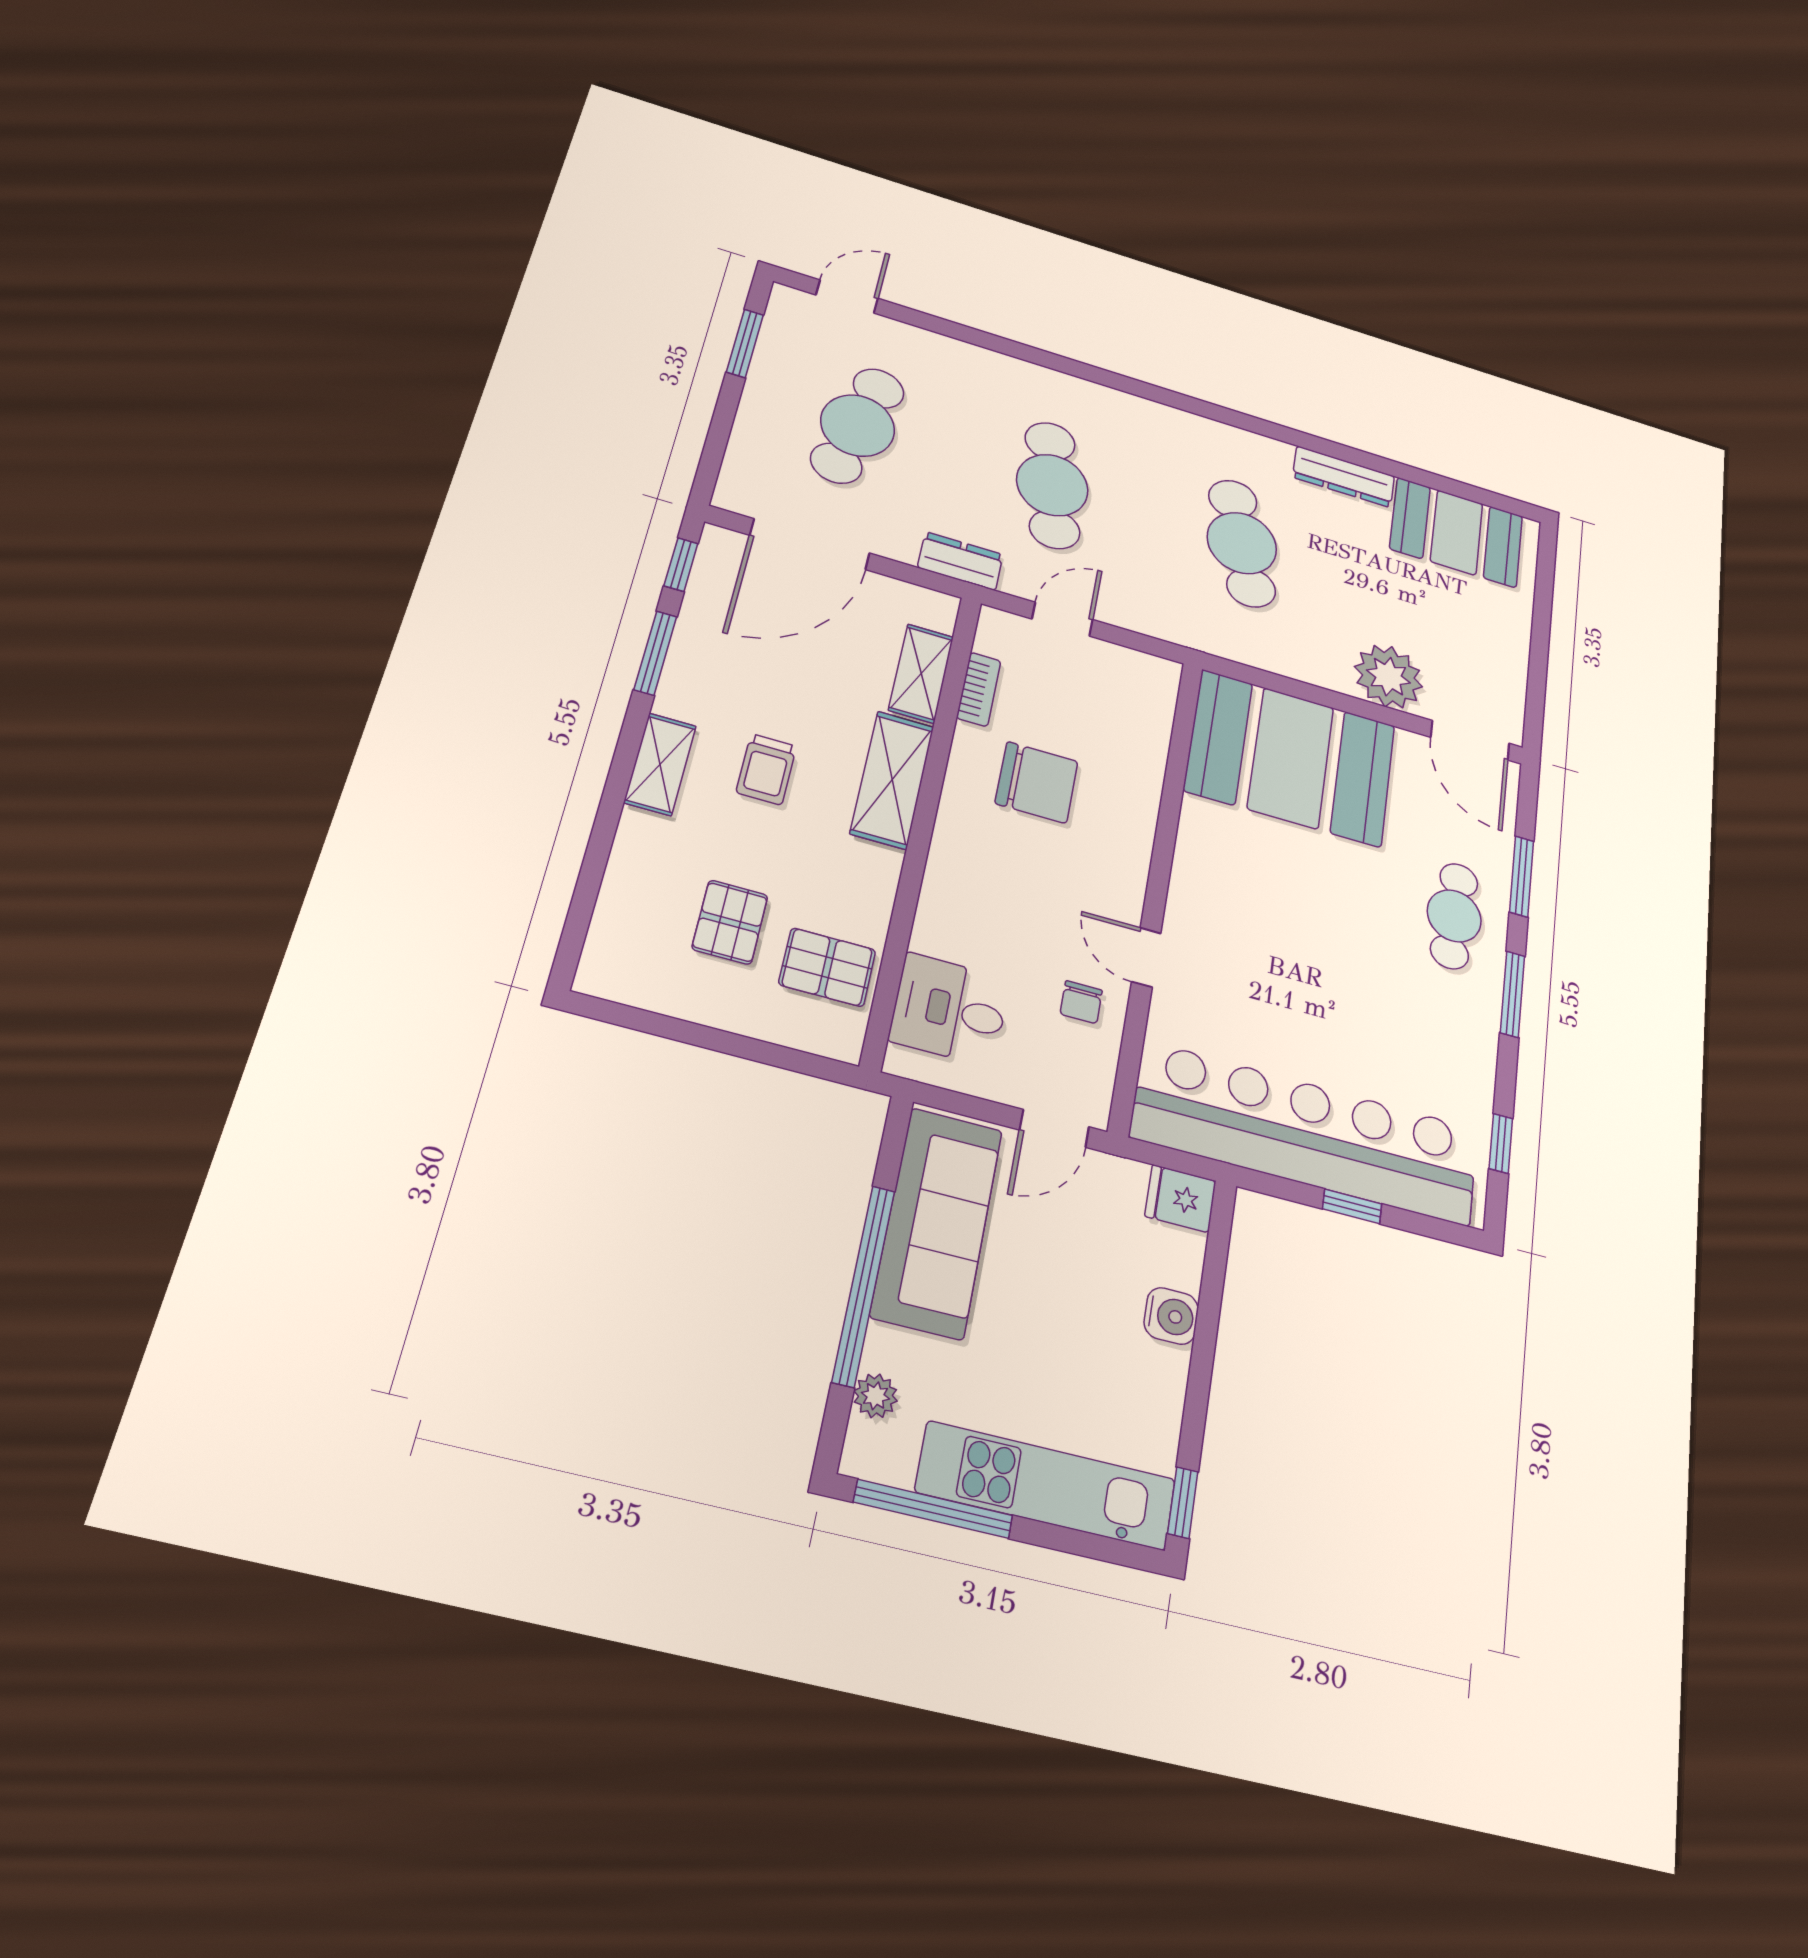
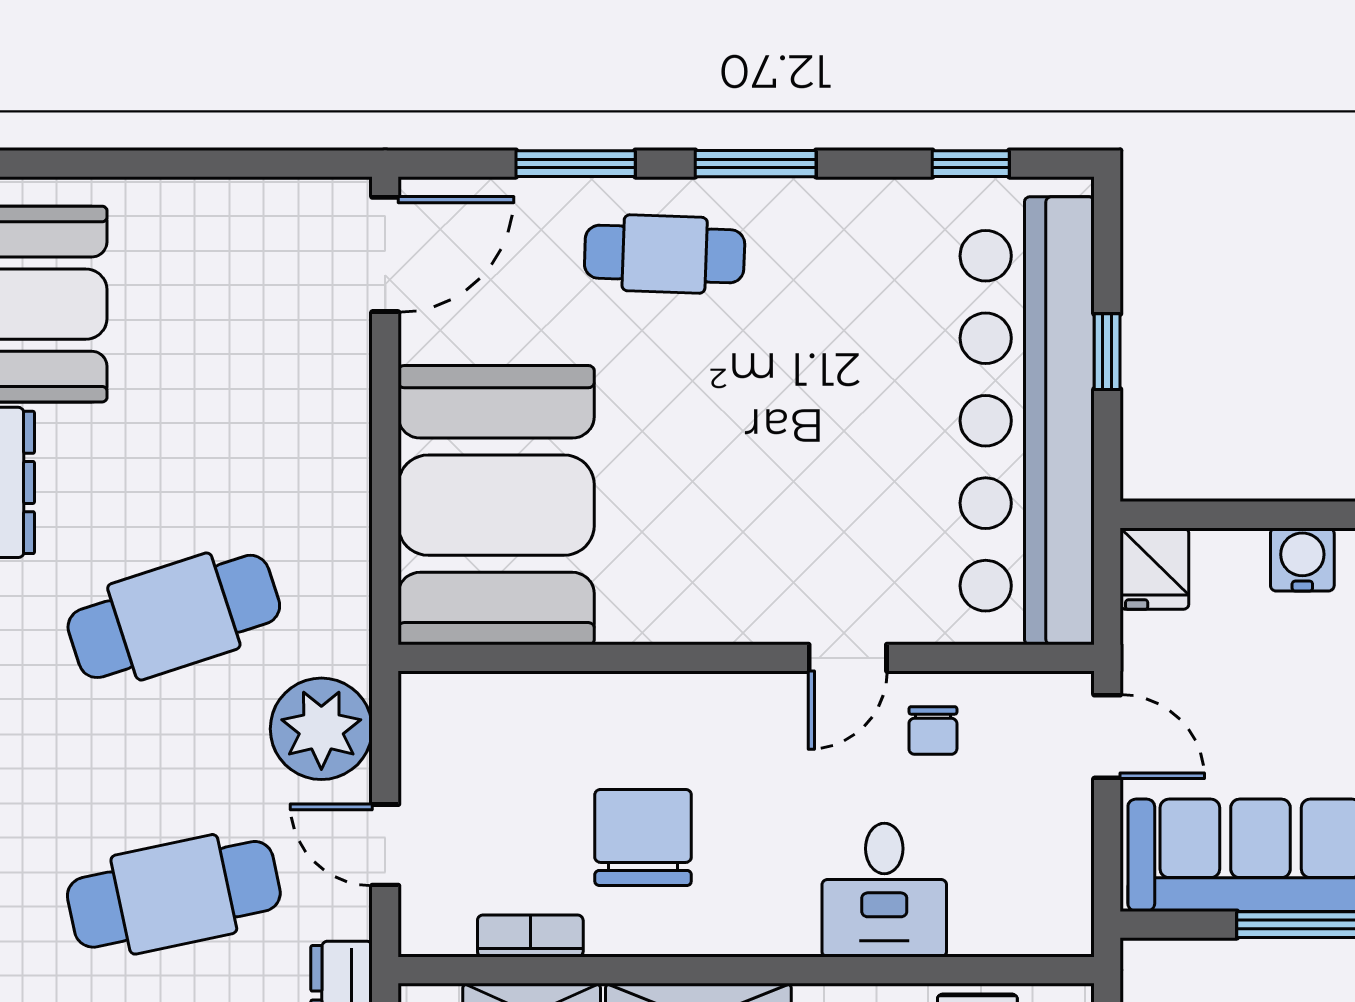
plant: (1388, 677) -> (321, 729), moved
chair: (1081, 1002) -> (933, 731), turned 90
desk: (950, 1010) -> (884, 890), moved

